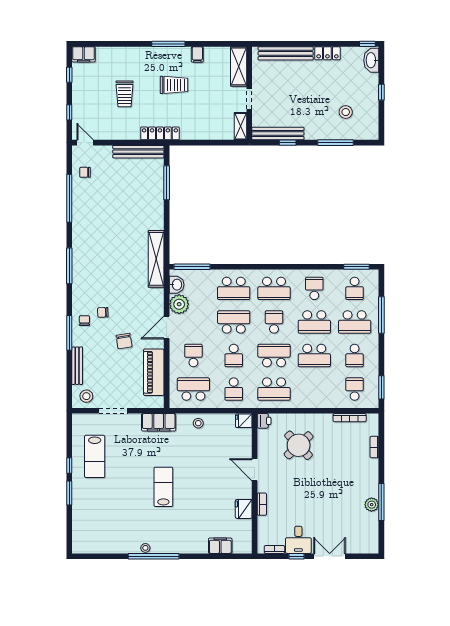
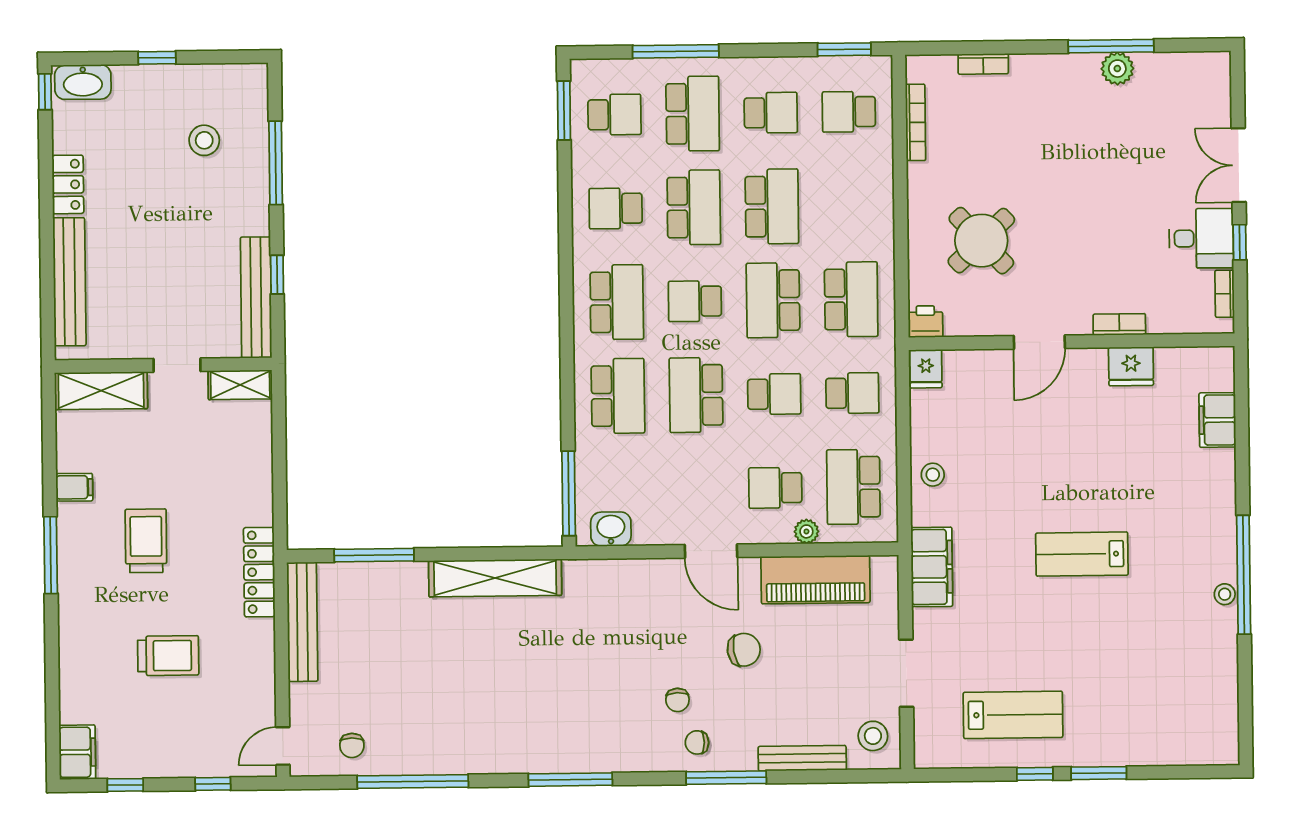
shelving: (156, 259) -> (495, 578), moved
plant: (179, 304) -> (806, 531), moved, width x0.53, depth x0.53

